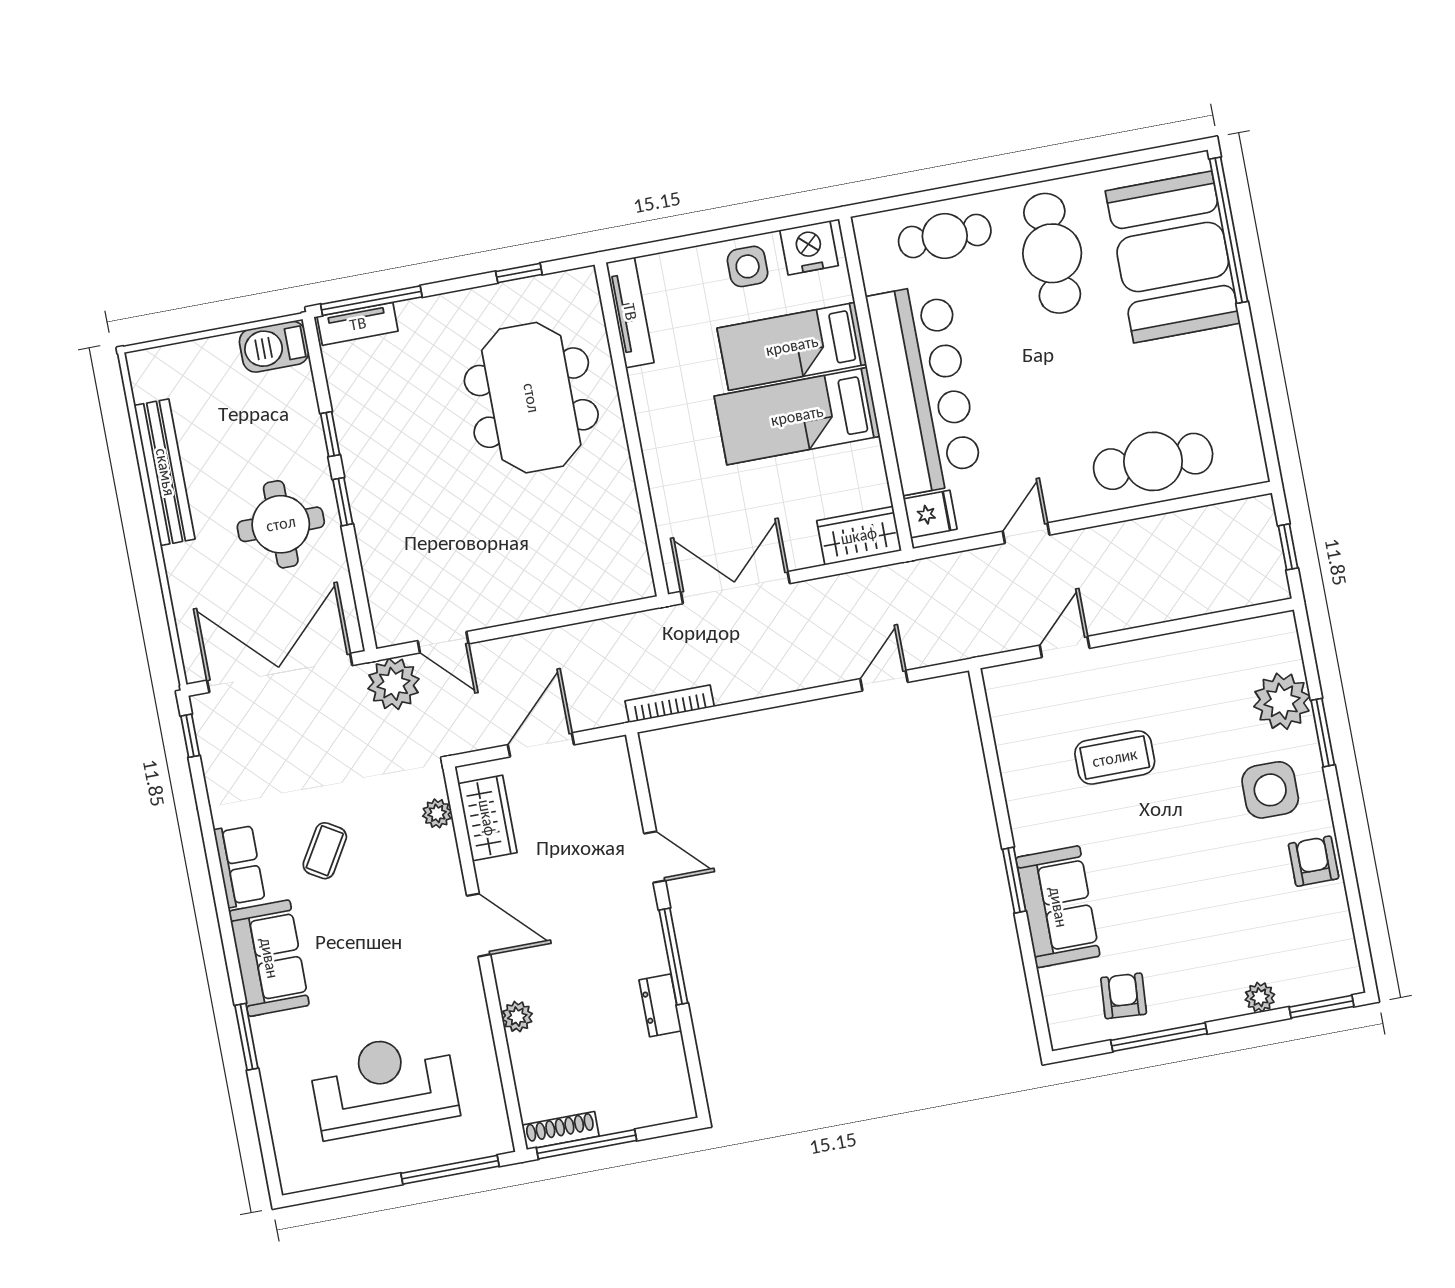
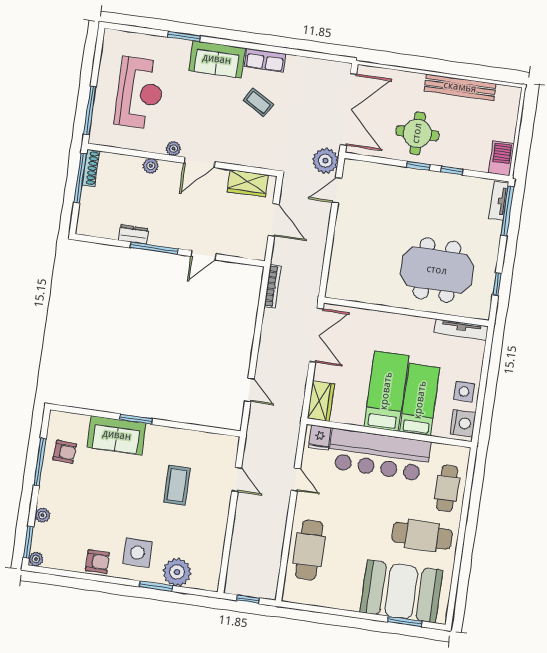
window: (1229, 230) -> (405, 622), width x0.47
window: (190, 736) -> (333, 58), removed
plant: (437, 813) -> (173, 149), moved
plant: (1349, 981) -> (36, 559), added

